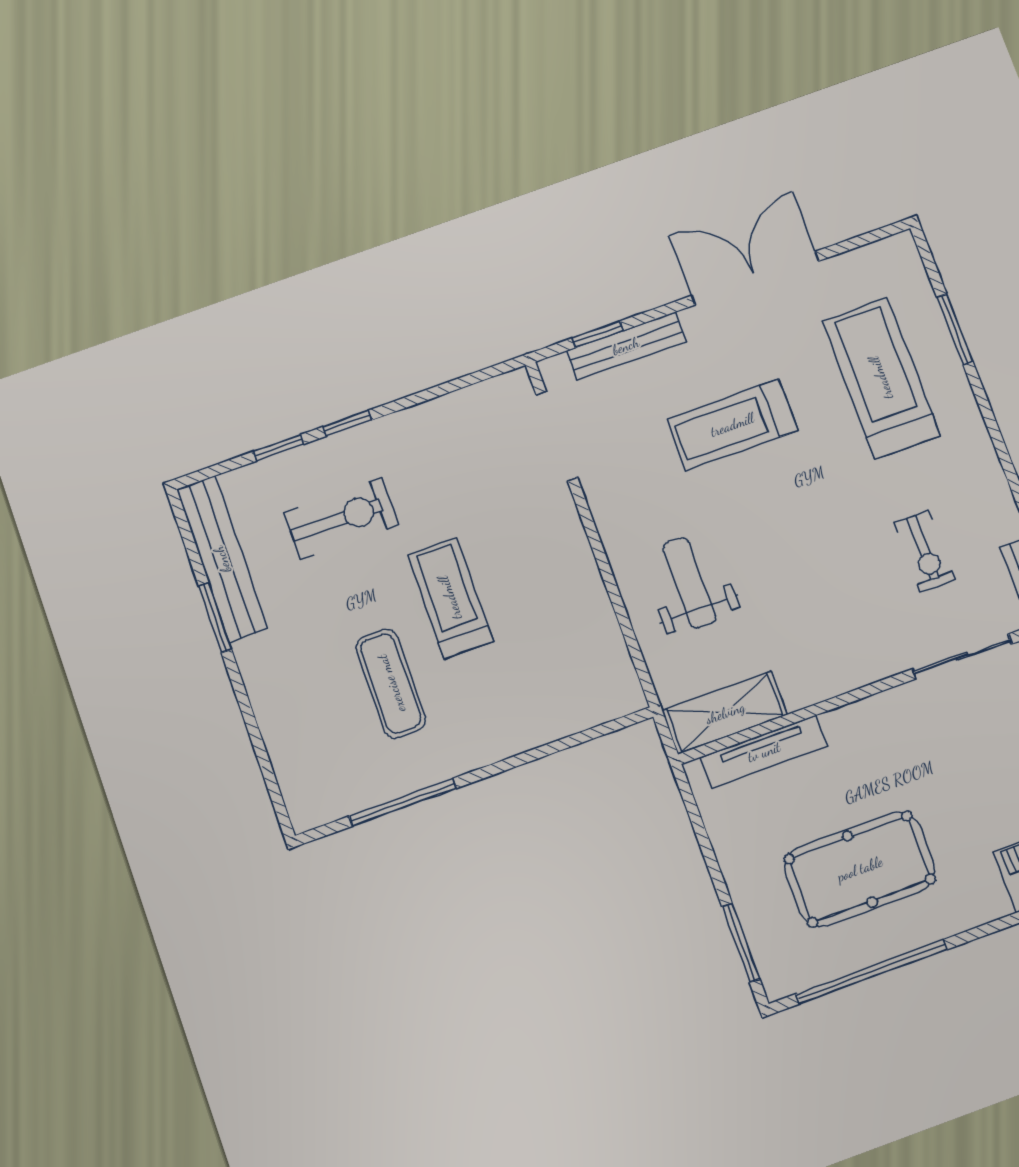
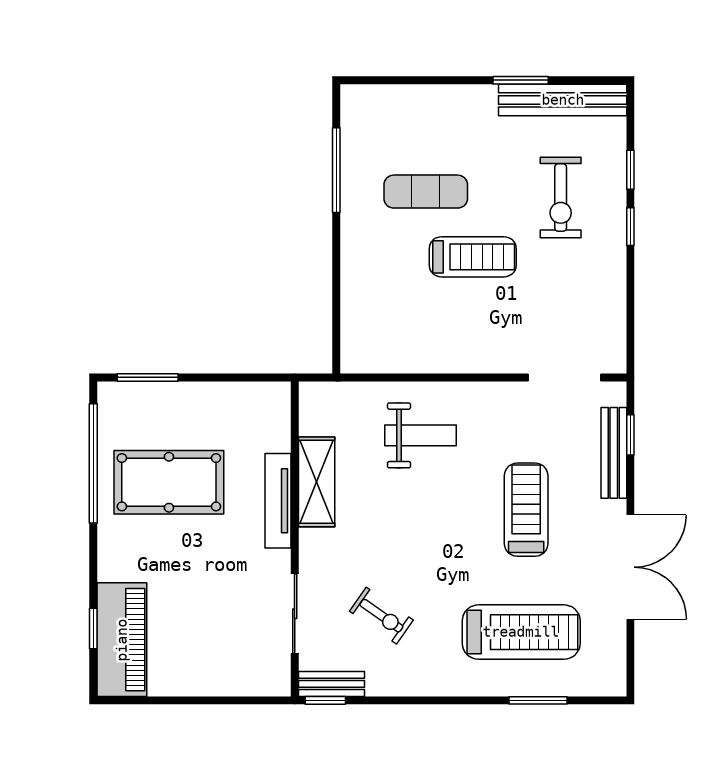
exercise bike: (925, 551) -> (381, 616), turned -145
shelving: (725, 713) -> (317, 482), moved
tv unit: (764, 752) -> (278, 501), moved
pool table: (860, 869) -> (169, 482), turned 90

